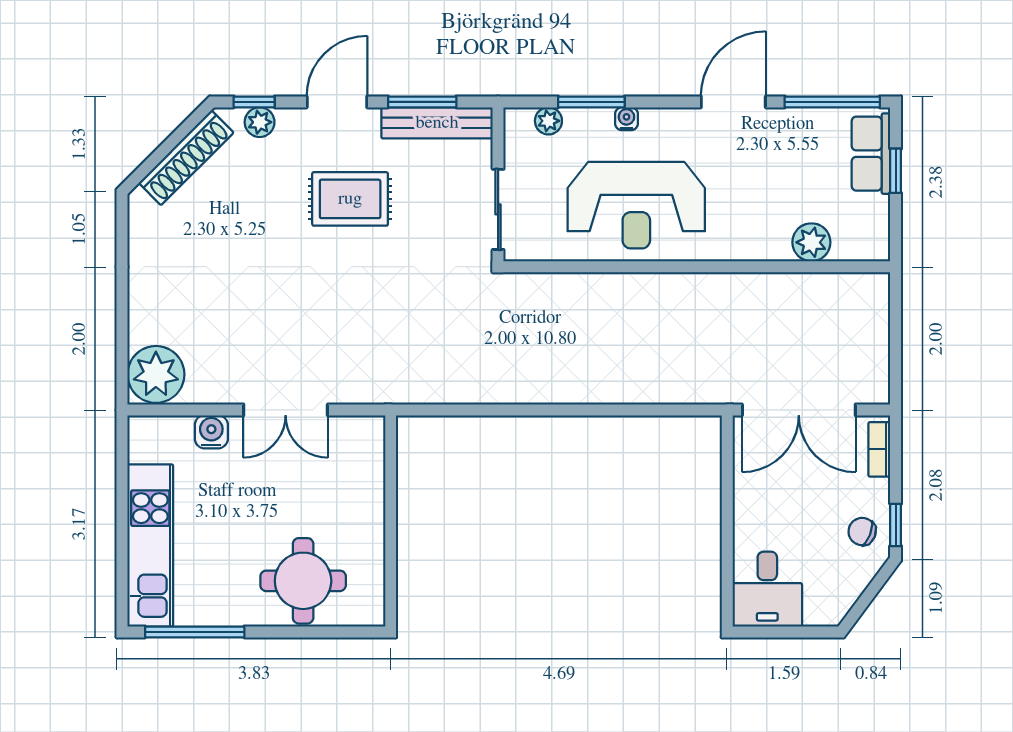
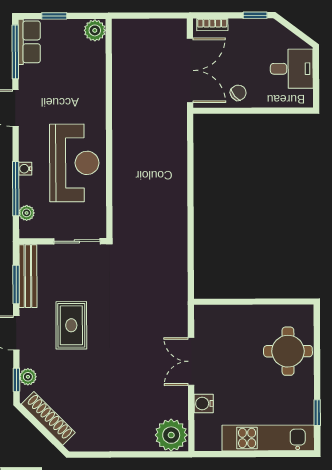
window: (591, 102) -> (16, 189), width x1.44
row of seats: (871, 154) -> (29, 42), moved, turned -90
plant: (811, 242) -> (95, 30), moved
double door: (286, 410) -> (191, 361), swing flipped
chair: (862, 532) -> (238, 93), moved, turned -150
desk: (767, 589) -> (292, 69), moved
window: (195, 632) -> (317, 413), width x0.46

